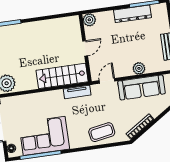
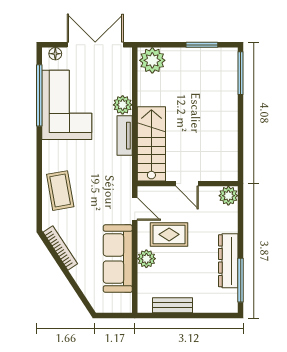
rug: (121, 56) -> (169, 234), added
tv unit: (77, 92) -> (125, 136), moved
plant: (39, 99) -> (123, 105), added

